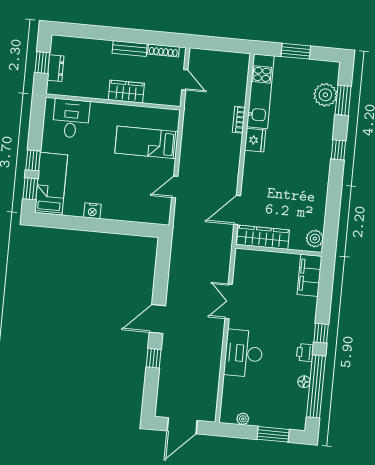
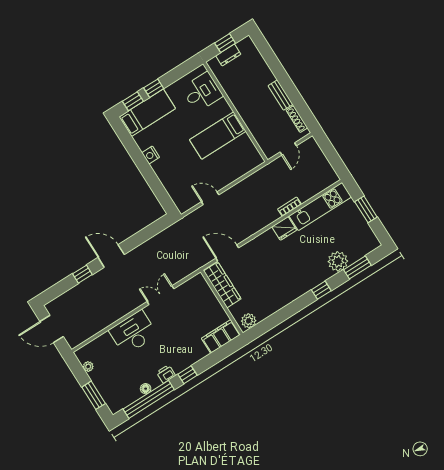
wardrobe: (126, 92) -> (250, 115), removed
plant: (325, 95) -> (338, 261), moved
bed: (147, 142) -> (218, 135), moved, turned -90

